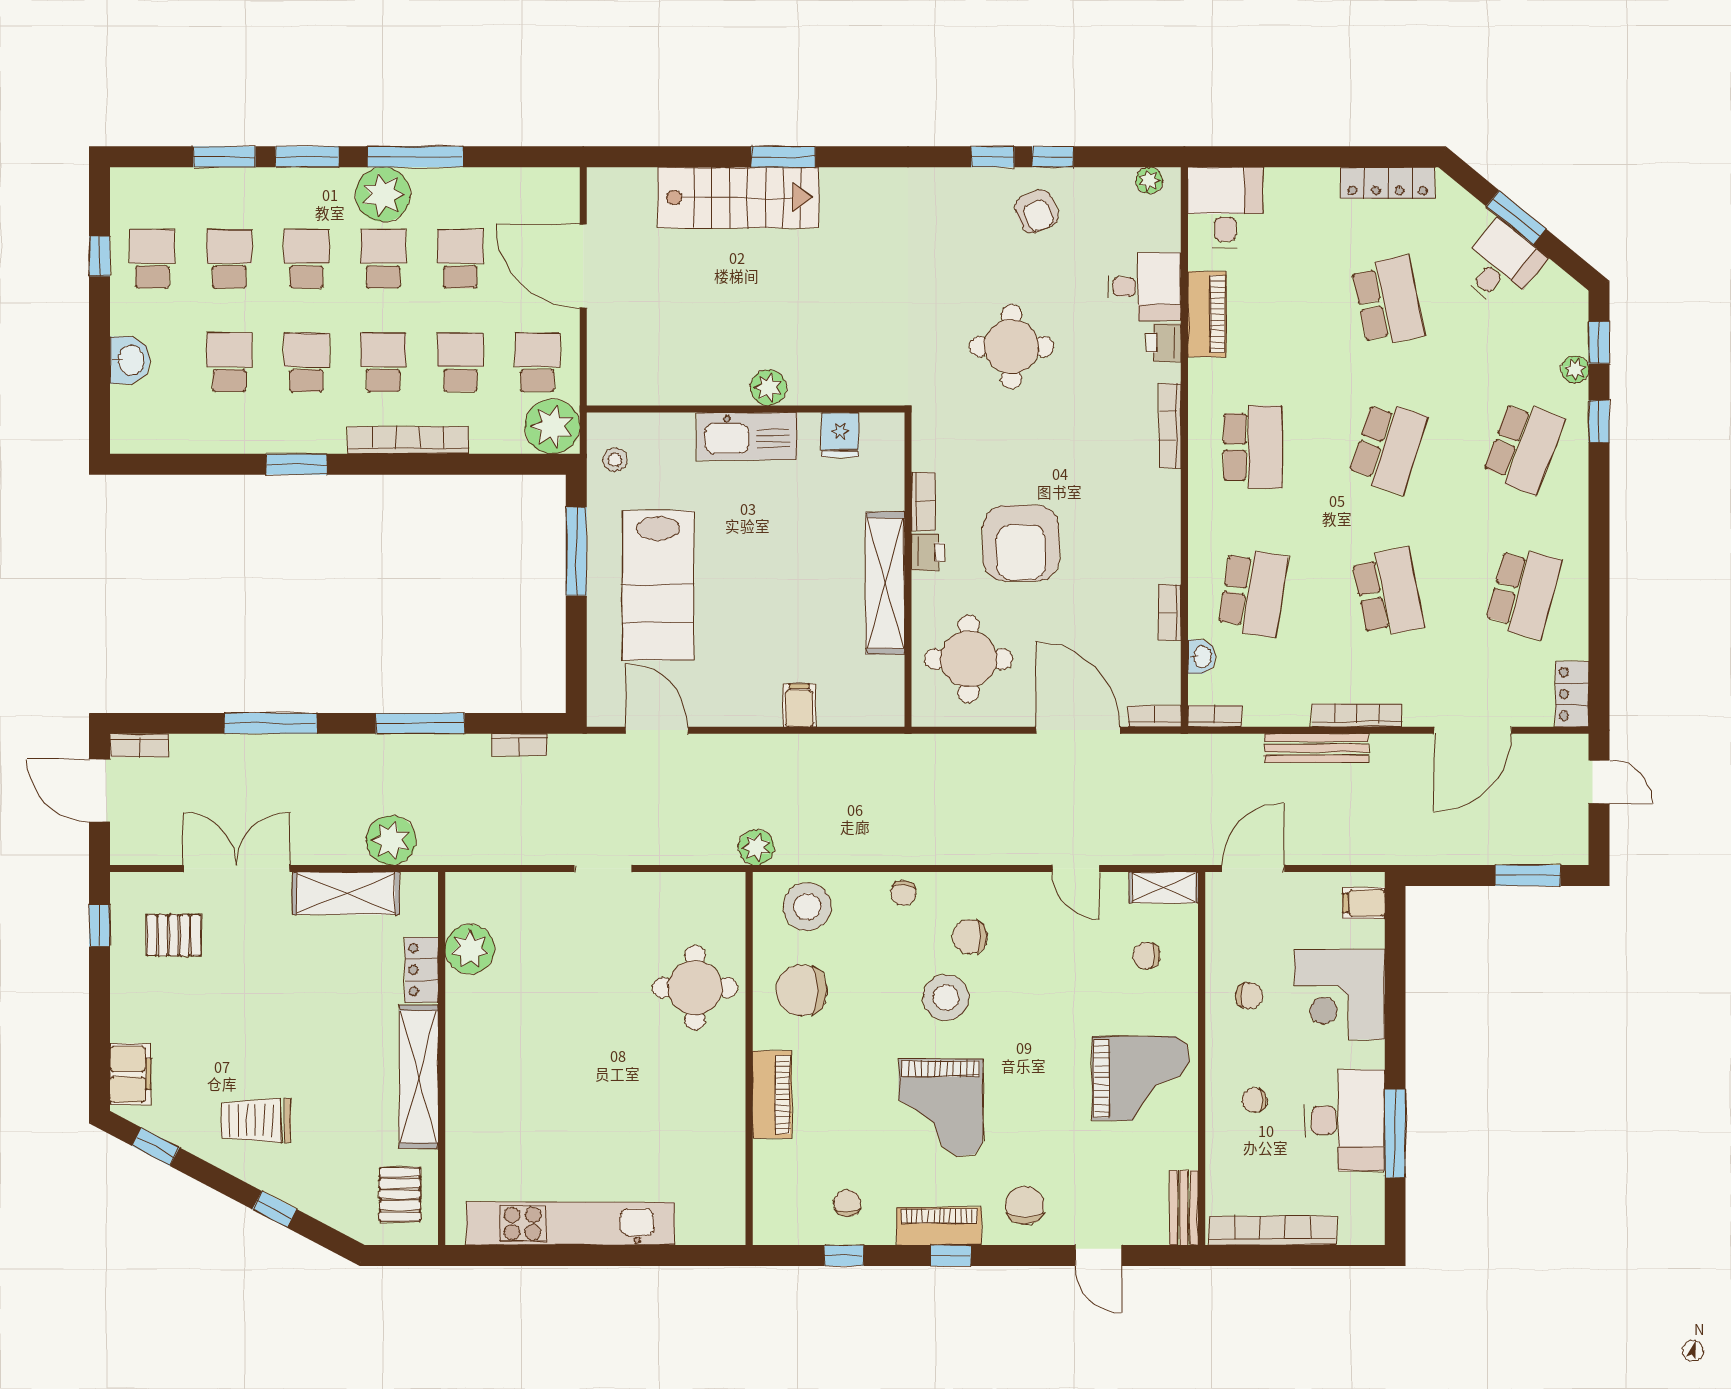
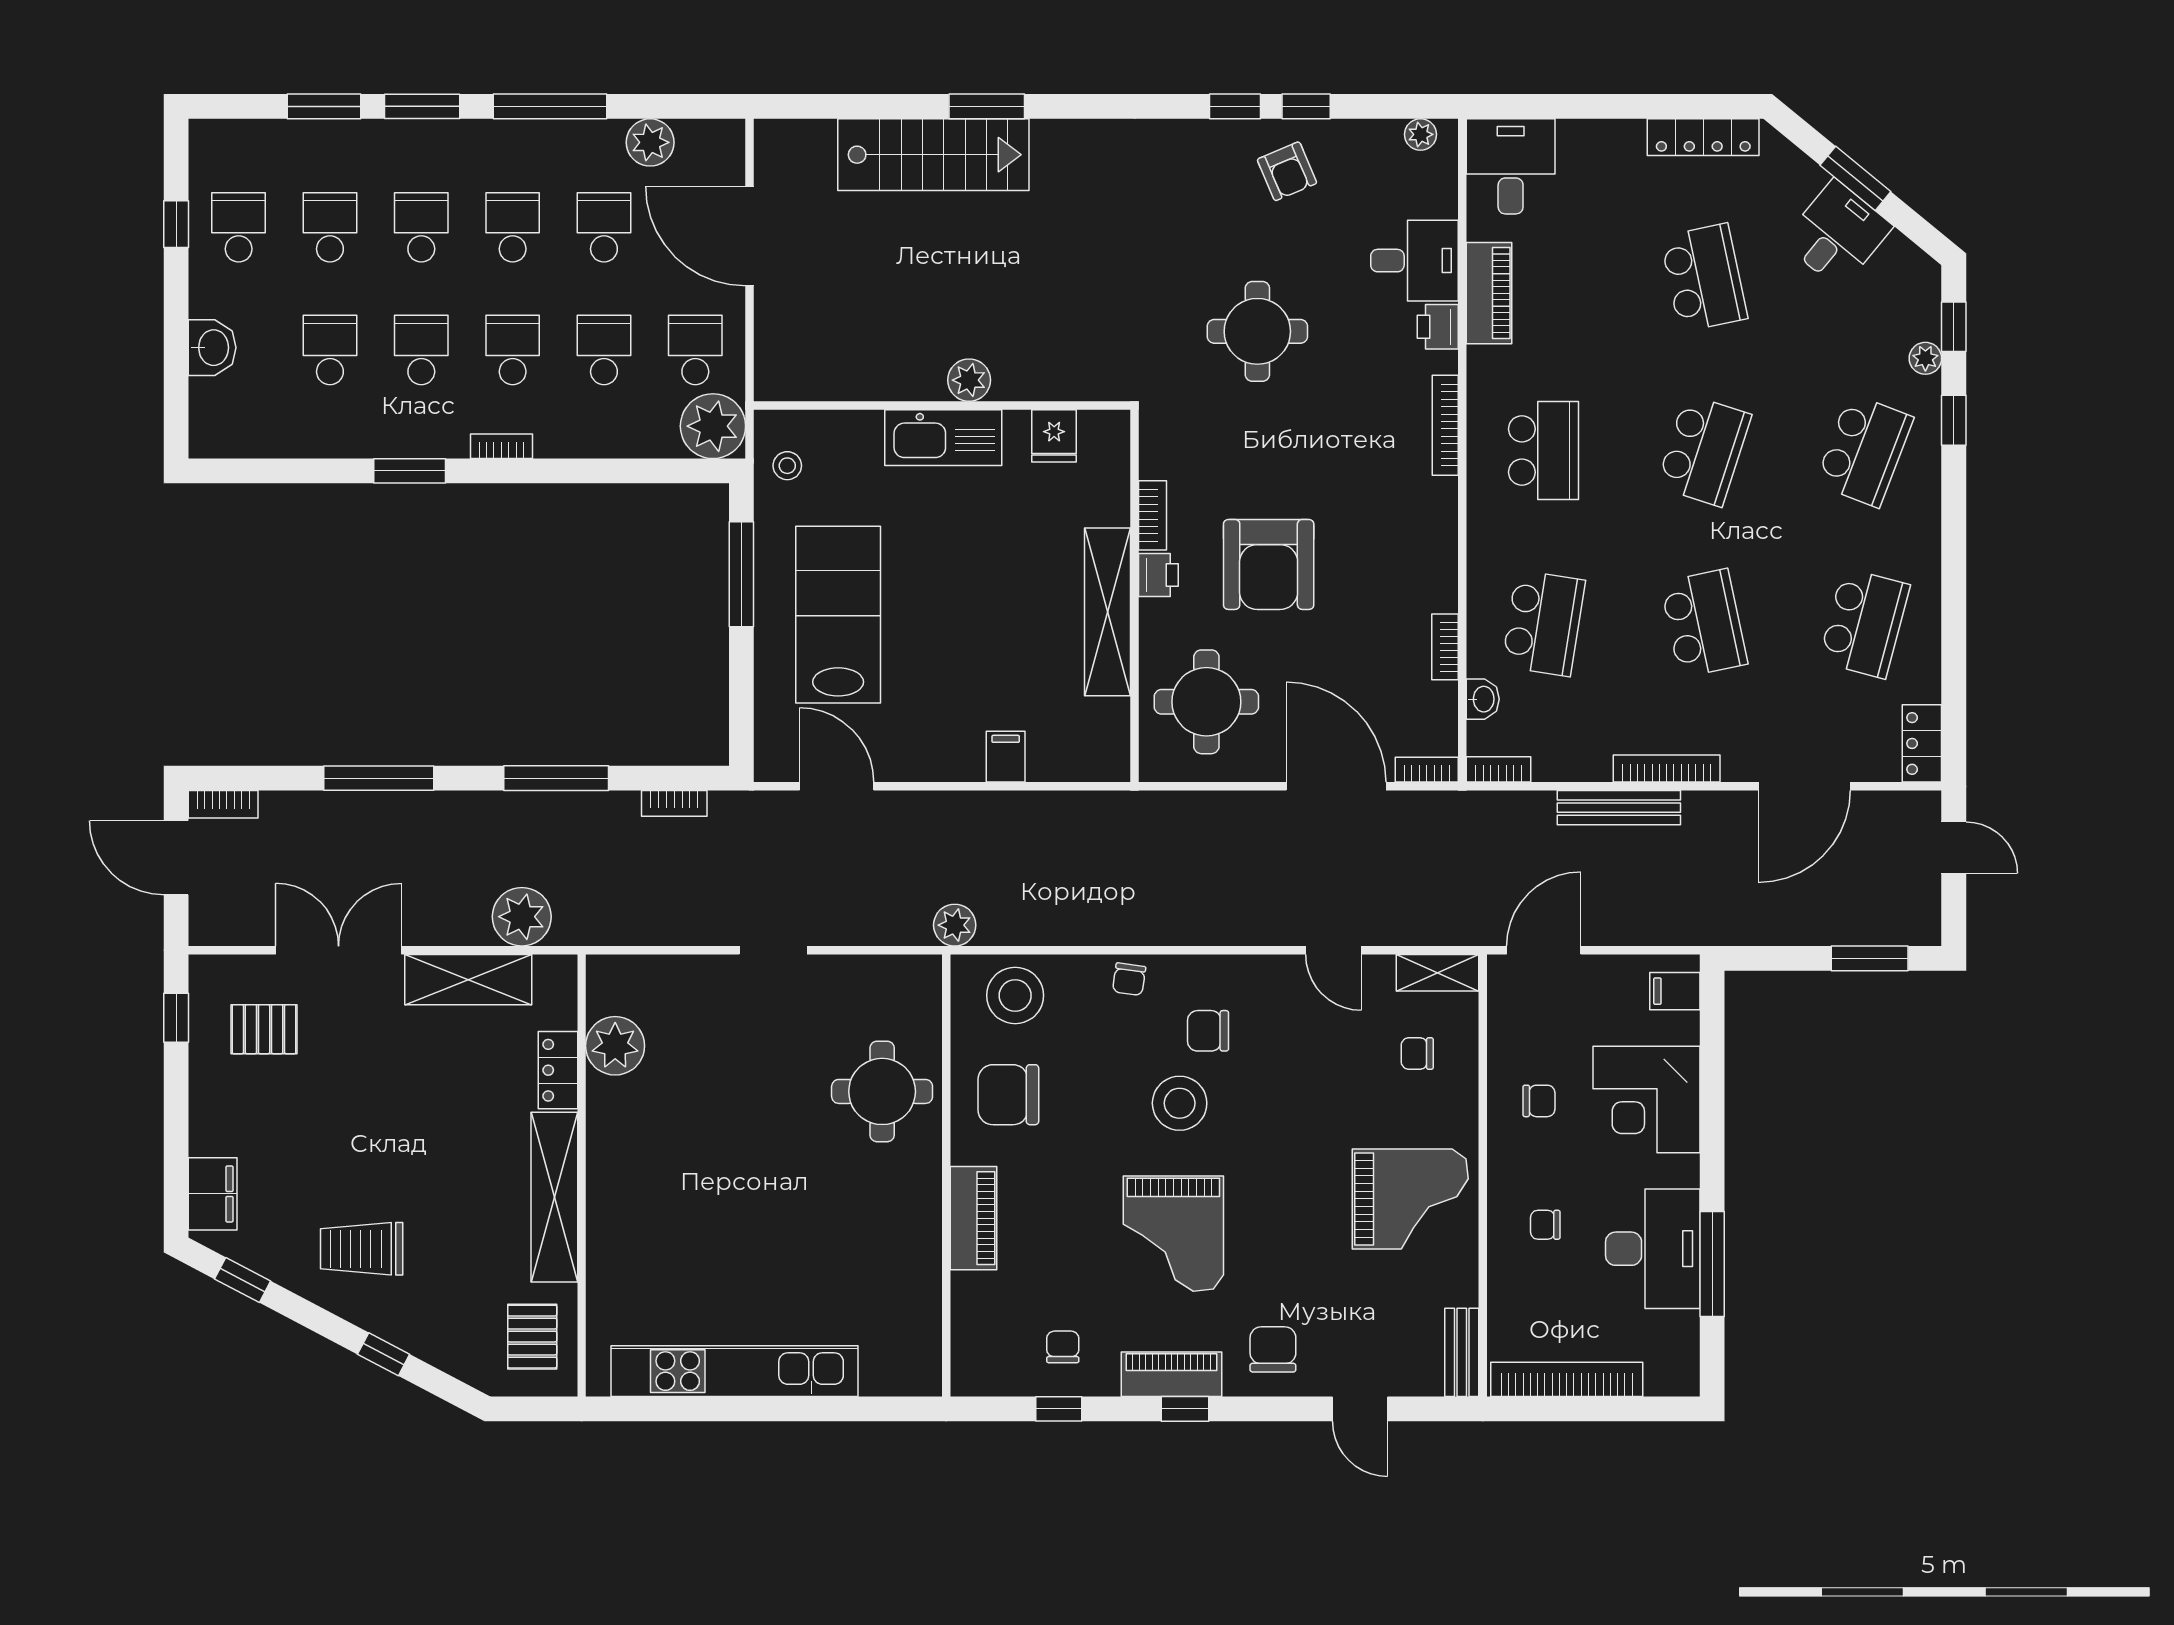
plant: (383, 194) -> (650, 142), moved, width x0.73, depth x0.73
bookcase: (408, 440) -> (501, 446), width x0.43, depth x0.76
lab bench: (658, 585) -> (838, 615), turned 180

